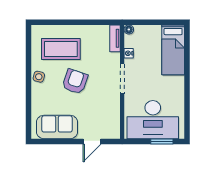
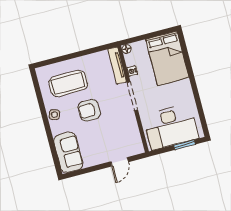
tv unit: (115, 38) -> (117, 66), width x1.41
bed: (173, 50) -> (167, 58), width x1.50
armchair: (75, 81) -> (89, 110), turned -109
sofa: (57, 127) -> (68, 152), moved, turned 90

